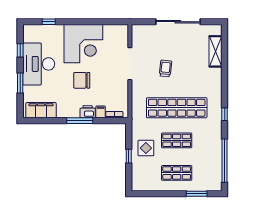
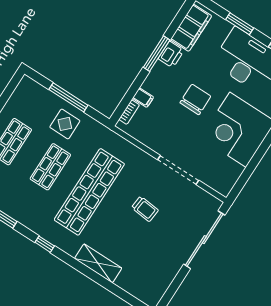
sliding door: (178, 22) -> (204, 240), moved
shelving: (216, 51) -> (98, 263), moved
printer: (88, 112) -> (171, 55), moved
window: (80, 121) -> (157, 54), moved
window: (129, 156) -> (68, 97), width x2.17

